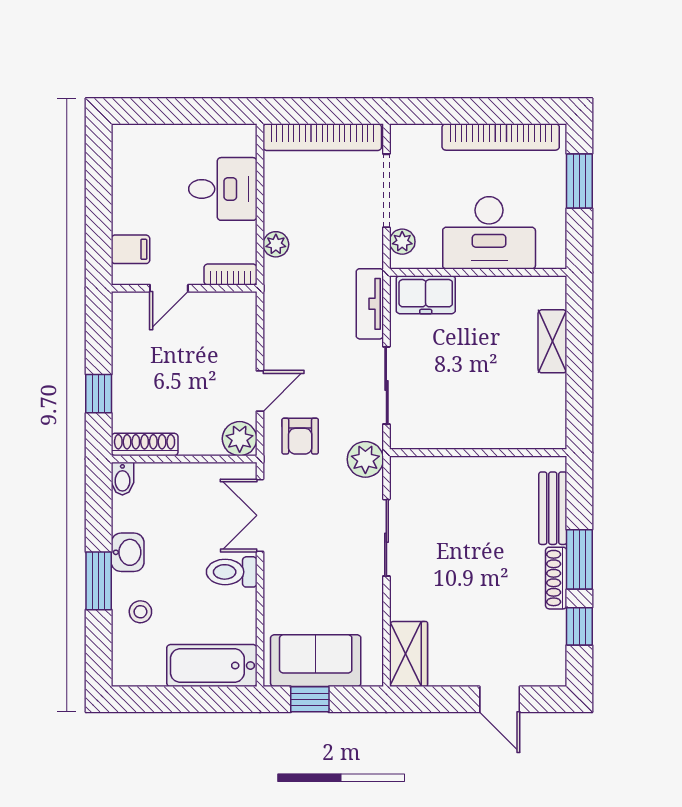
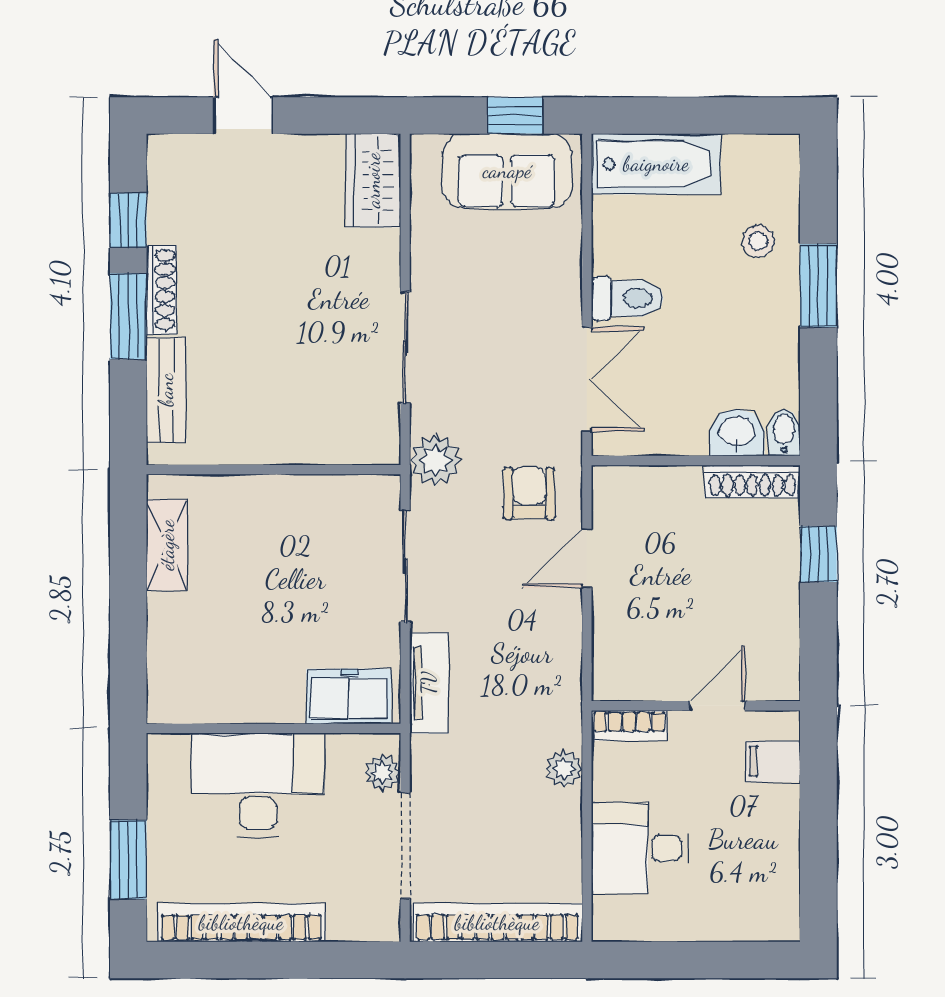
shelving: (552, 341) -> (167, 545), moved
plant: (240, 439) -> (616, 490), removed
washbasin: (128, 552) -> (737, 433), moved, turned 90

